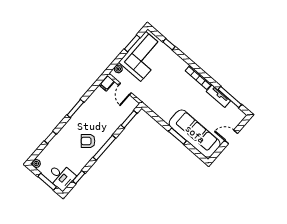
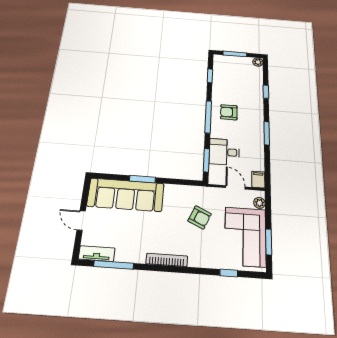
armchair: (161, 87) -> (200, 217), added
tv unit: (218, 96) -> (97, 254), moved
door: (231, 137) -> (81, 220), swing flipped
armchair: (88, 141) -> (229, 112), turned -139
desk: (61, 176) -> (224, 152), moved

